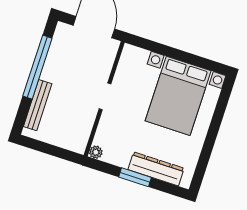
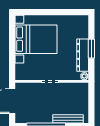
dresser: (156, 169) -> (83, 55), moved

